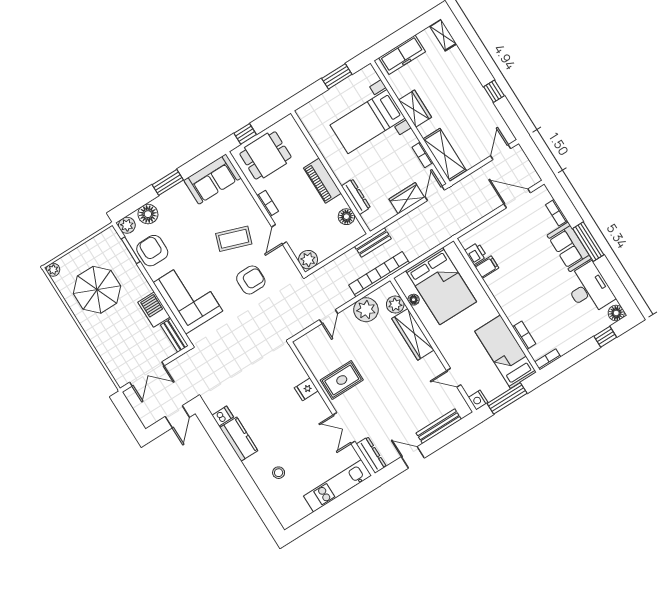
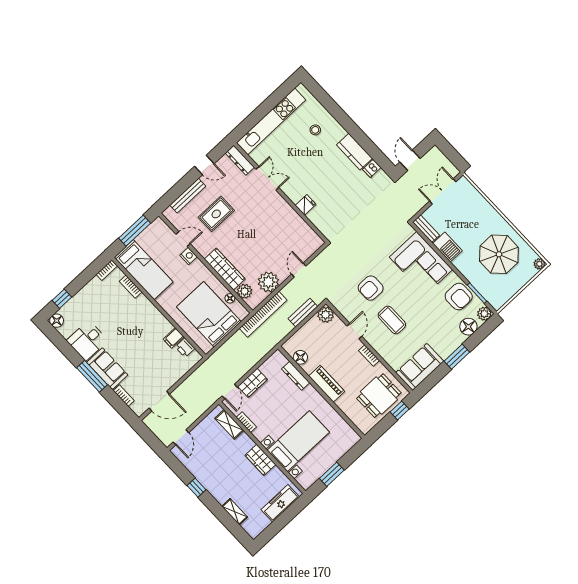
shelving: (443, 35) -> (235, 512), moved
shelving: (445, 155) -> (229, 424), width x0.67, depth x0.75
coffee table: (234, 239) -> (392, 320), turned 71
bench: (373, 242) -> (303, 313), moved
desk: (589, 289) -> (87, 340), width x0.73
rug: (342, 380) -> (216, 214), moved
nightstand: (478, 400) -> (189, 256), moved
kitchen unit: (338, 486) -> (271, 121), width x1.36

